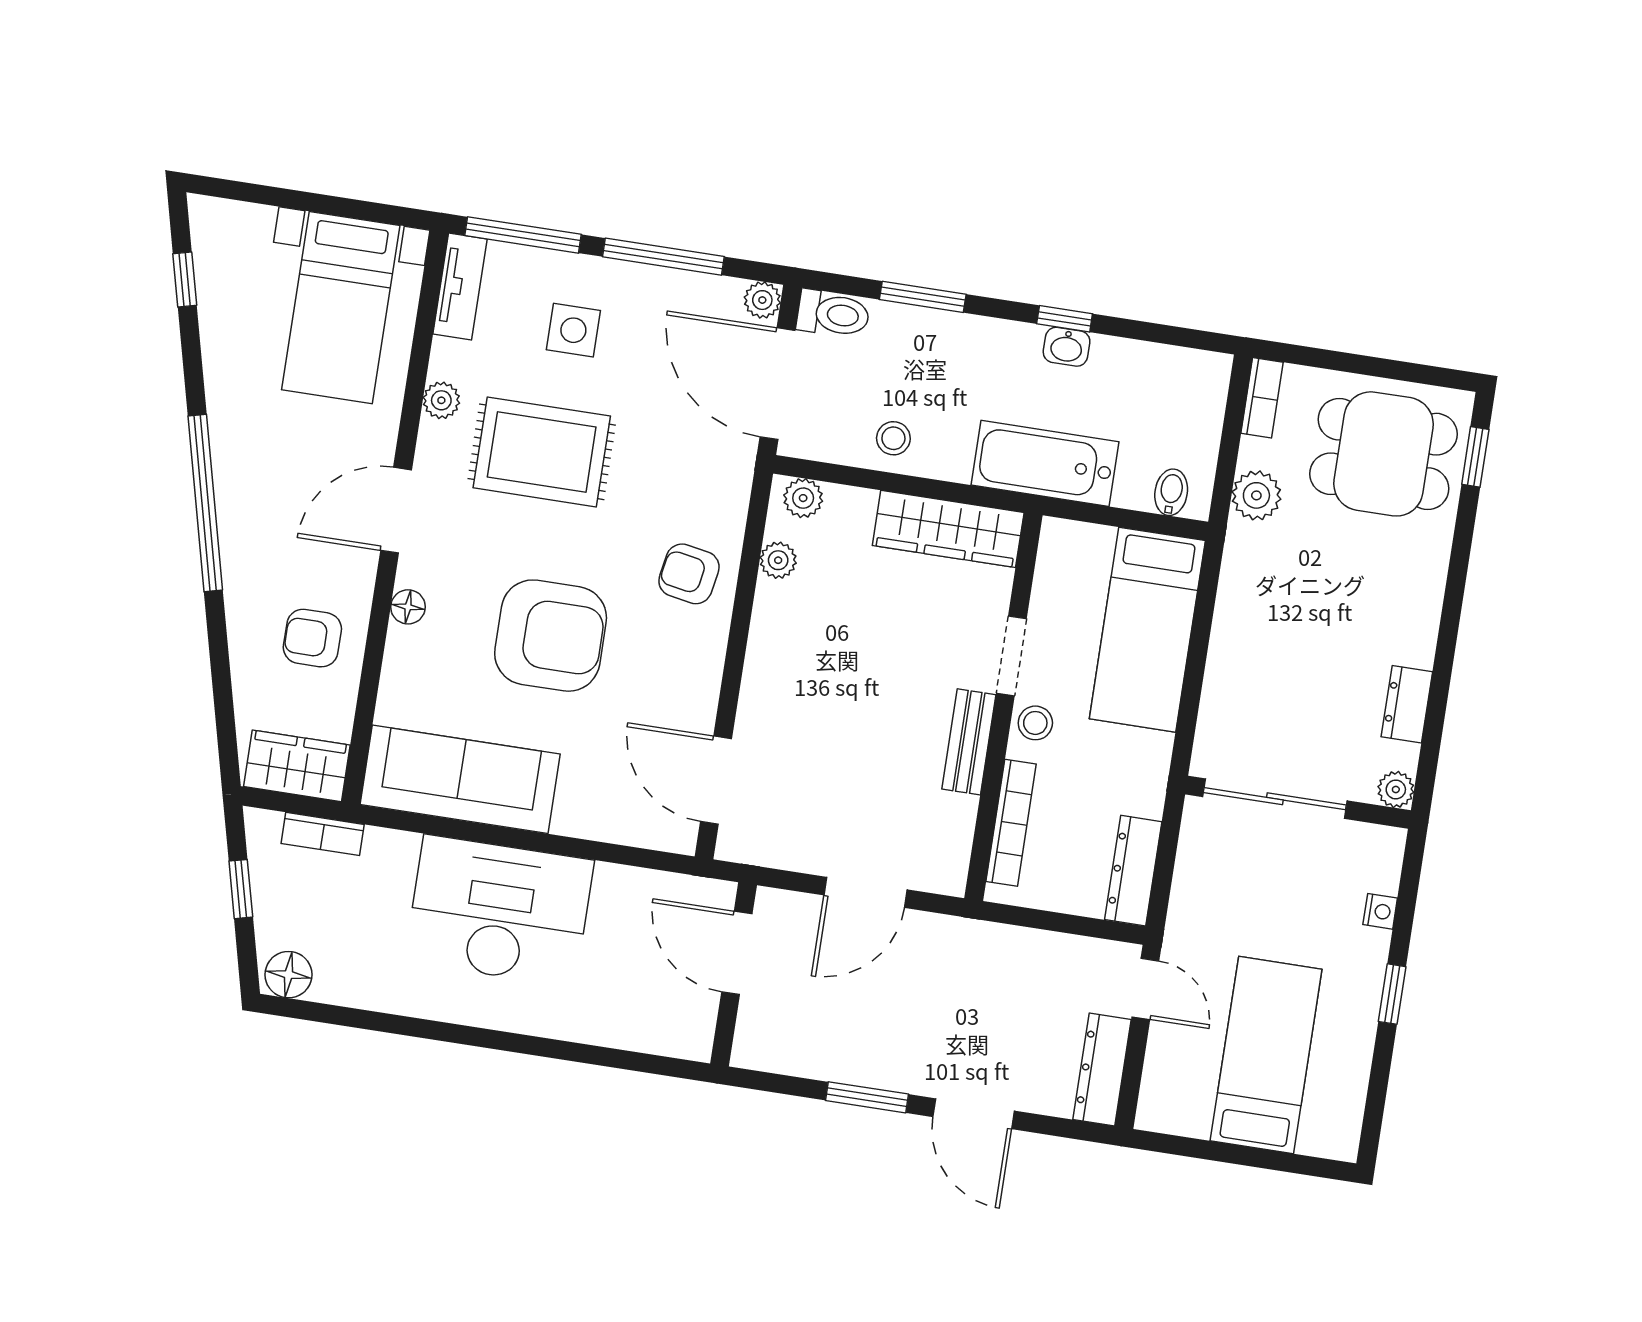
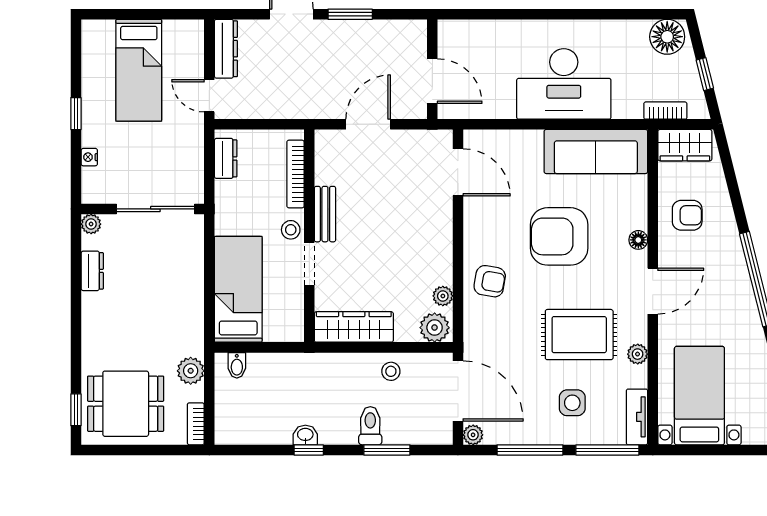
toilet: (833, 314) -> (370, 426), moved, turned 90
bathtub: (1045, 463) -> (307, 370), removed
plant: (803, 498) -> (435, 328), width x1.38, depth x1.38
dresser: (1133, 871) -> (226, 158), width x0.70
floor lamp: (288, 975) -> (667, 37), width x1.38, depth x1.38

